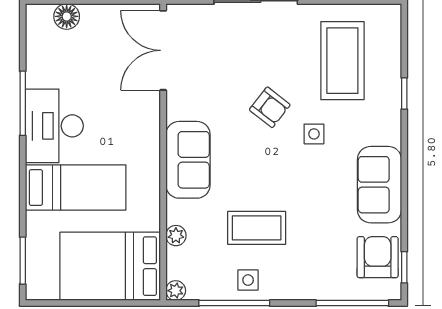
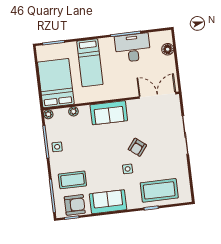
coffee table: (342, 61) -> (159, 190), moved
desk: (54, 126) -> (133, 48), moved
coffee table: (257, 228) -> (72, 180), moved, turned 90

